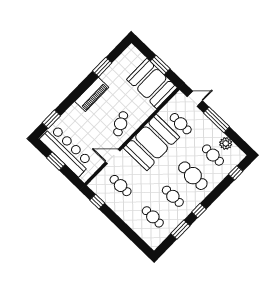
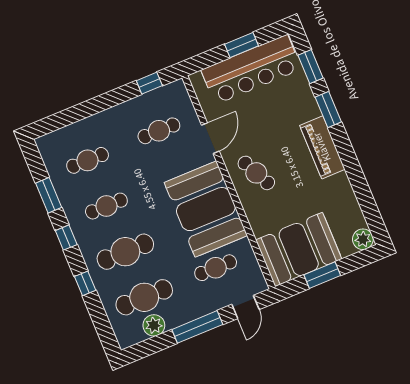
plant: (132, 52) -> (363, 239), added
window: (102, 67) -> (328, 110), moved
cafe table: (213, 155) -> (144, 297), width x1.37, depth x1.35
window: (236, 173) -> (85, 283), moved

